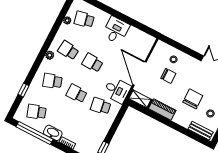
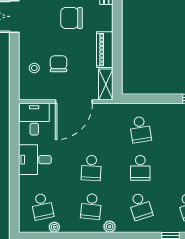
desk: (117, 90) -> (34, 119), moved

